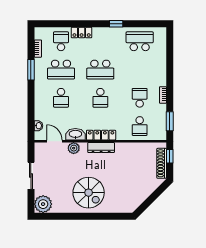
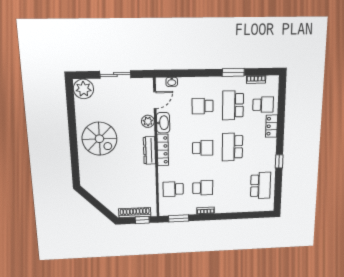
school desk: (100, 98) -> (203, 148), turned 180
spiral stairs: (89, 193) -> (99, 139), turned -90

